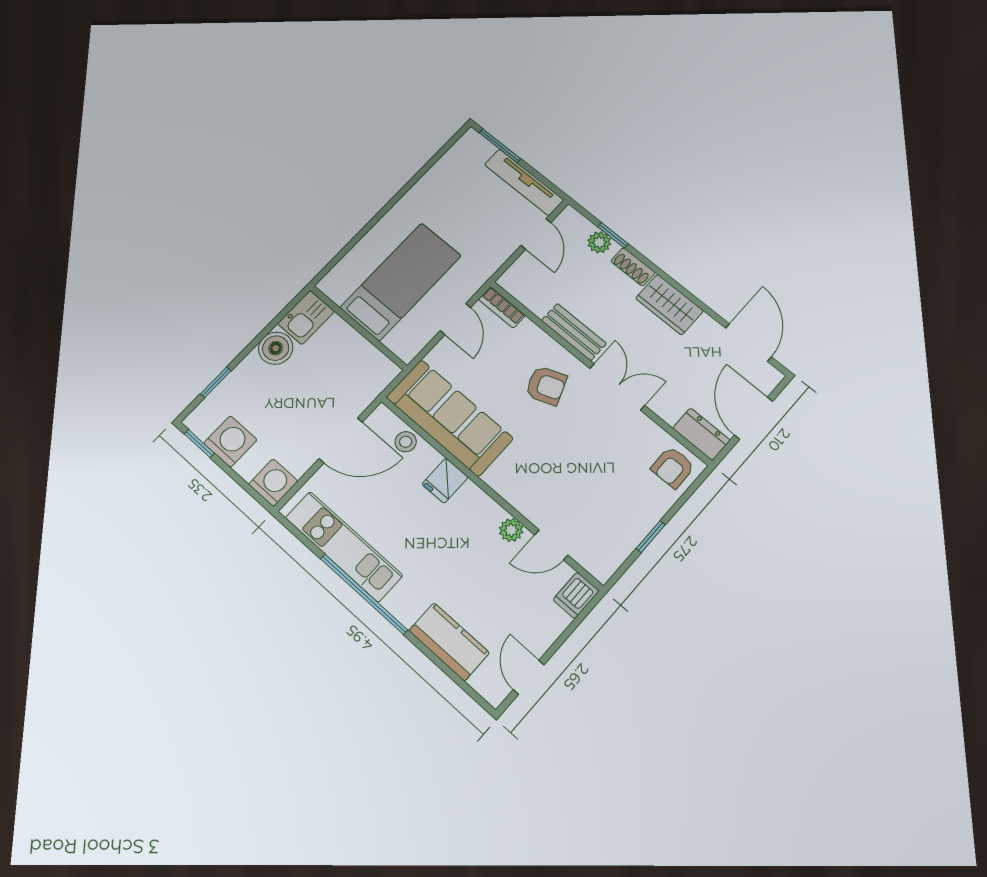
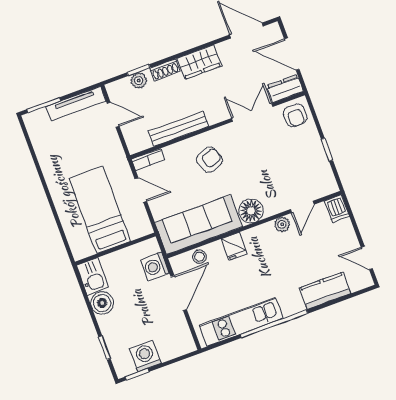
bench: (574, 332) -> (179, 129), width x1.36
double door: (617, 387) -> (252, 112), moved
floor lamp: (507, 478) -> (251, 211), added
washing machine: (273, 483) -> (155, 267), moved, turned -90

